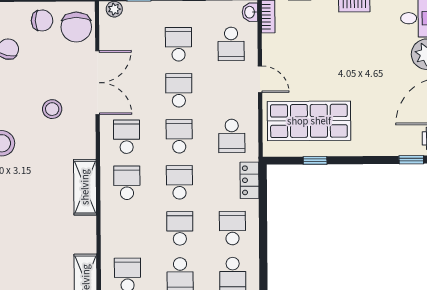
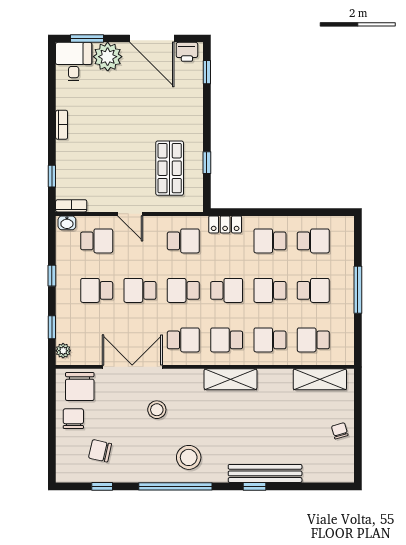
chair: (76, 27) -> (80, 386), turned 90
door: (260, 79) -> (130, 214), swing flipped
shop shelf: (309, 121) -> (170, 168), width x0.70, depth x0.74
school desk: (127, 137) -> (183, 340), turned 180
school desk: (179, 182) -> (227, 290), turned 180
school desk: (127, 229) -> (270, 340), added

